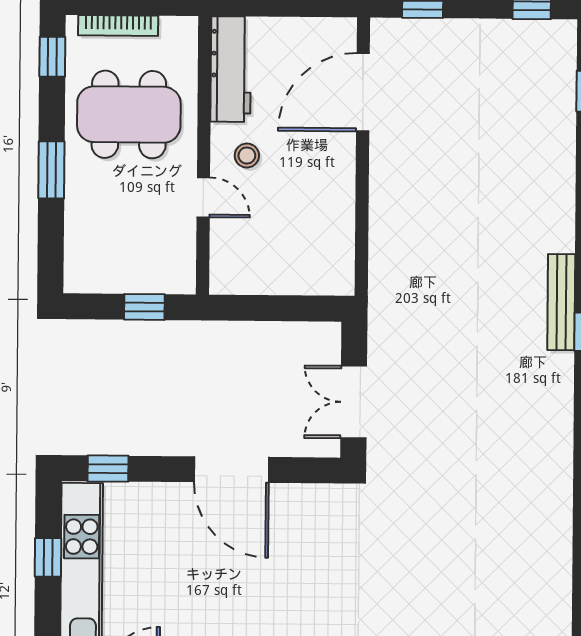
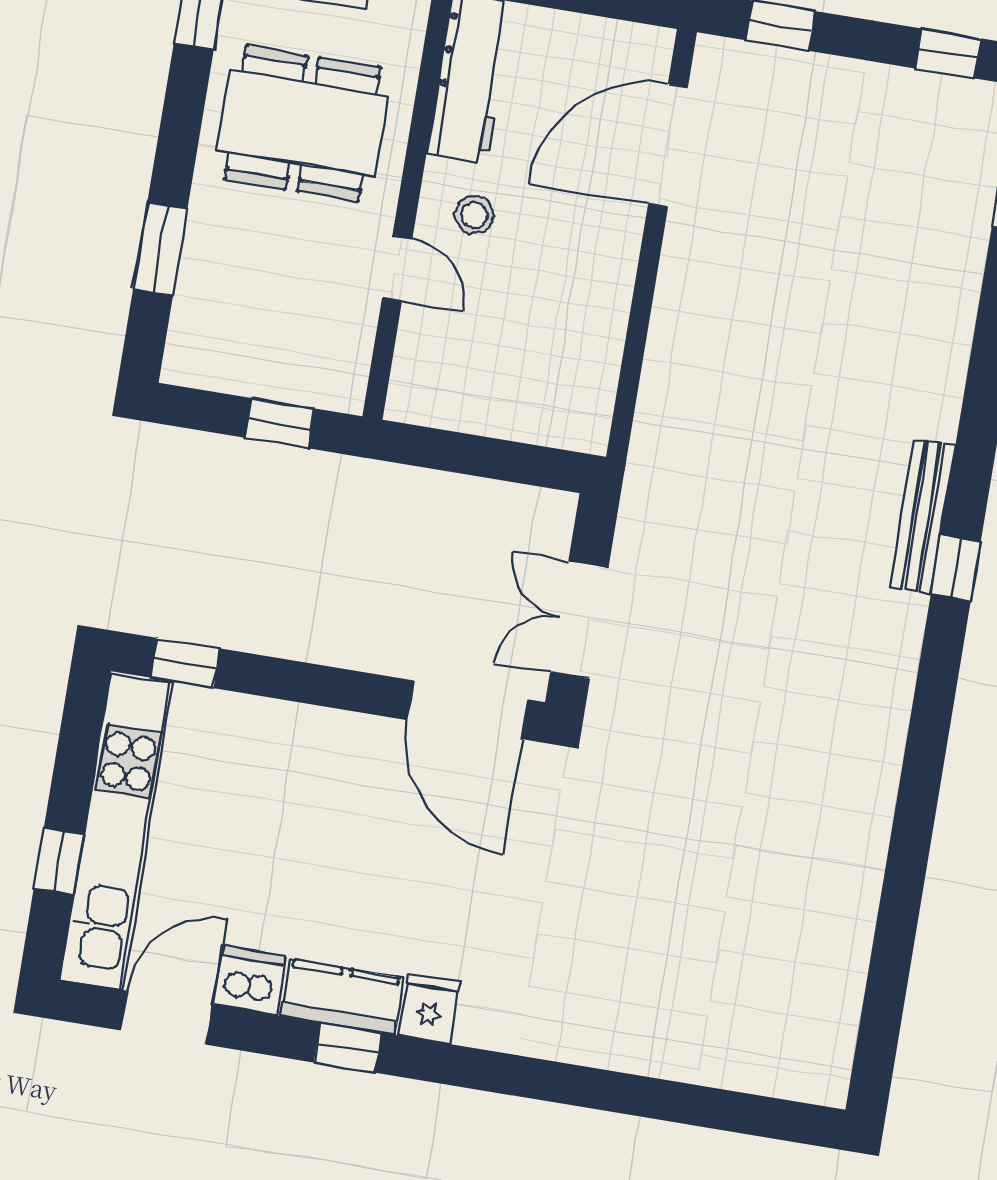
window: (51, 170) -> (160, 249), moved
door: (231, 470) -> (468, 710), moved
window: (48, 557) -> (59, 861), moved

